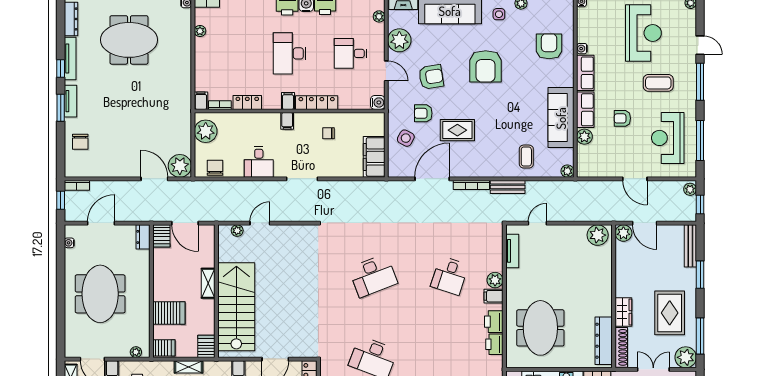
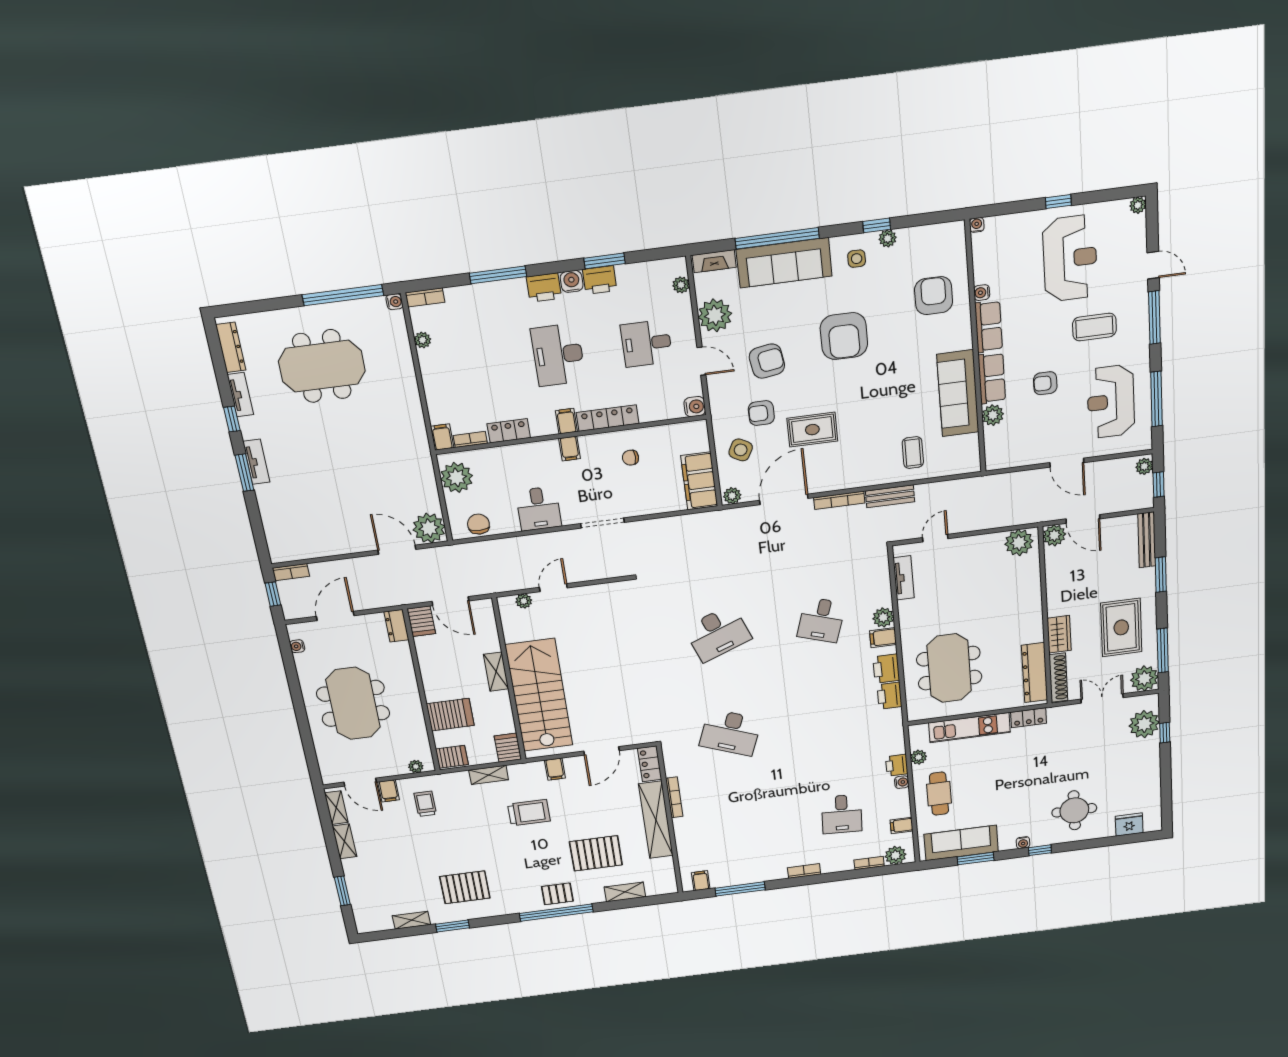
tv unit: (70, 59) -> (240, 395), width x0.71
chair: (80, 142) -> (283, 515), removed
plant: (567, 171) -> (732, 496), moved

